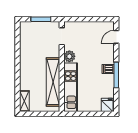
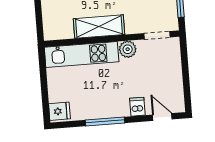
dishwasher: (108, 69) -> (137, 107), moved
shelving: (53, 82) -> (99, 27), width x0.68

